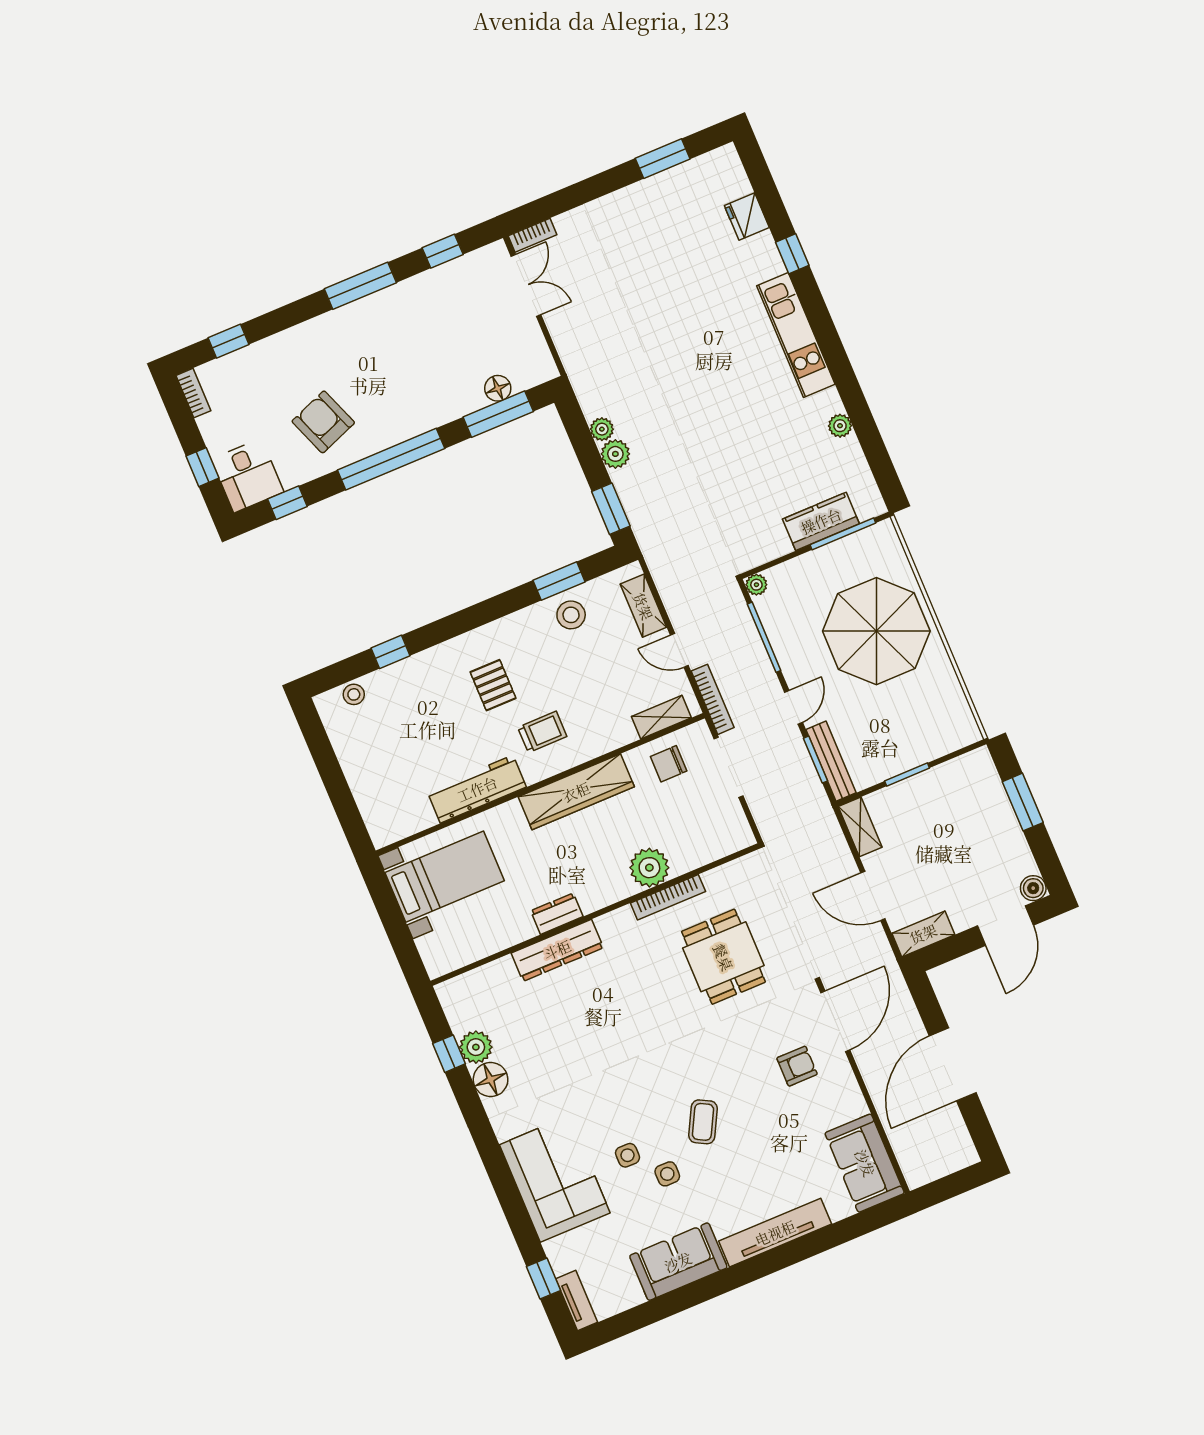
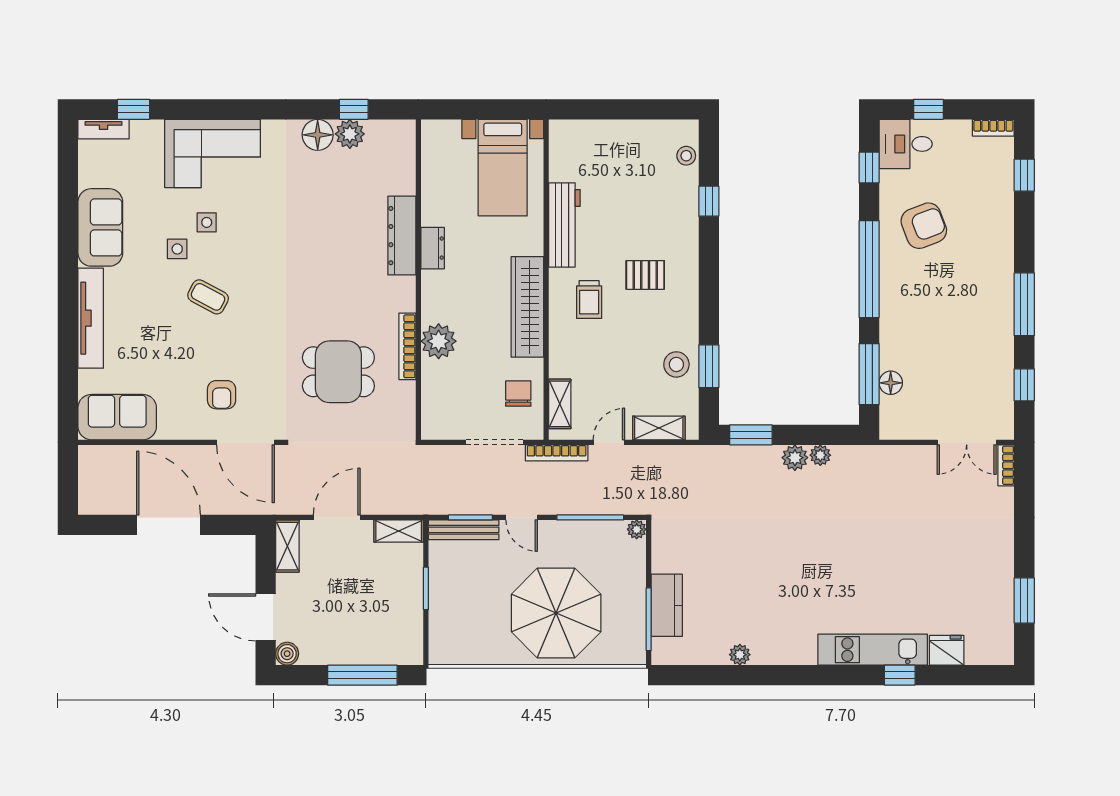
kitchen unit: (796, 335) -> (873, 650), moved
window: (1023, 802) -> (362, 675), width x1.44

